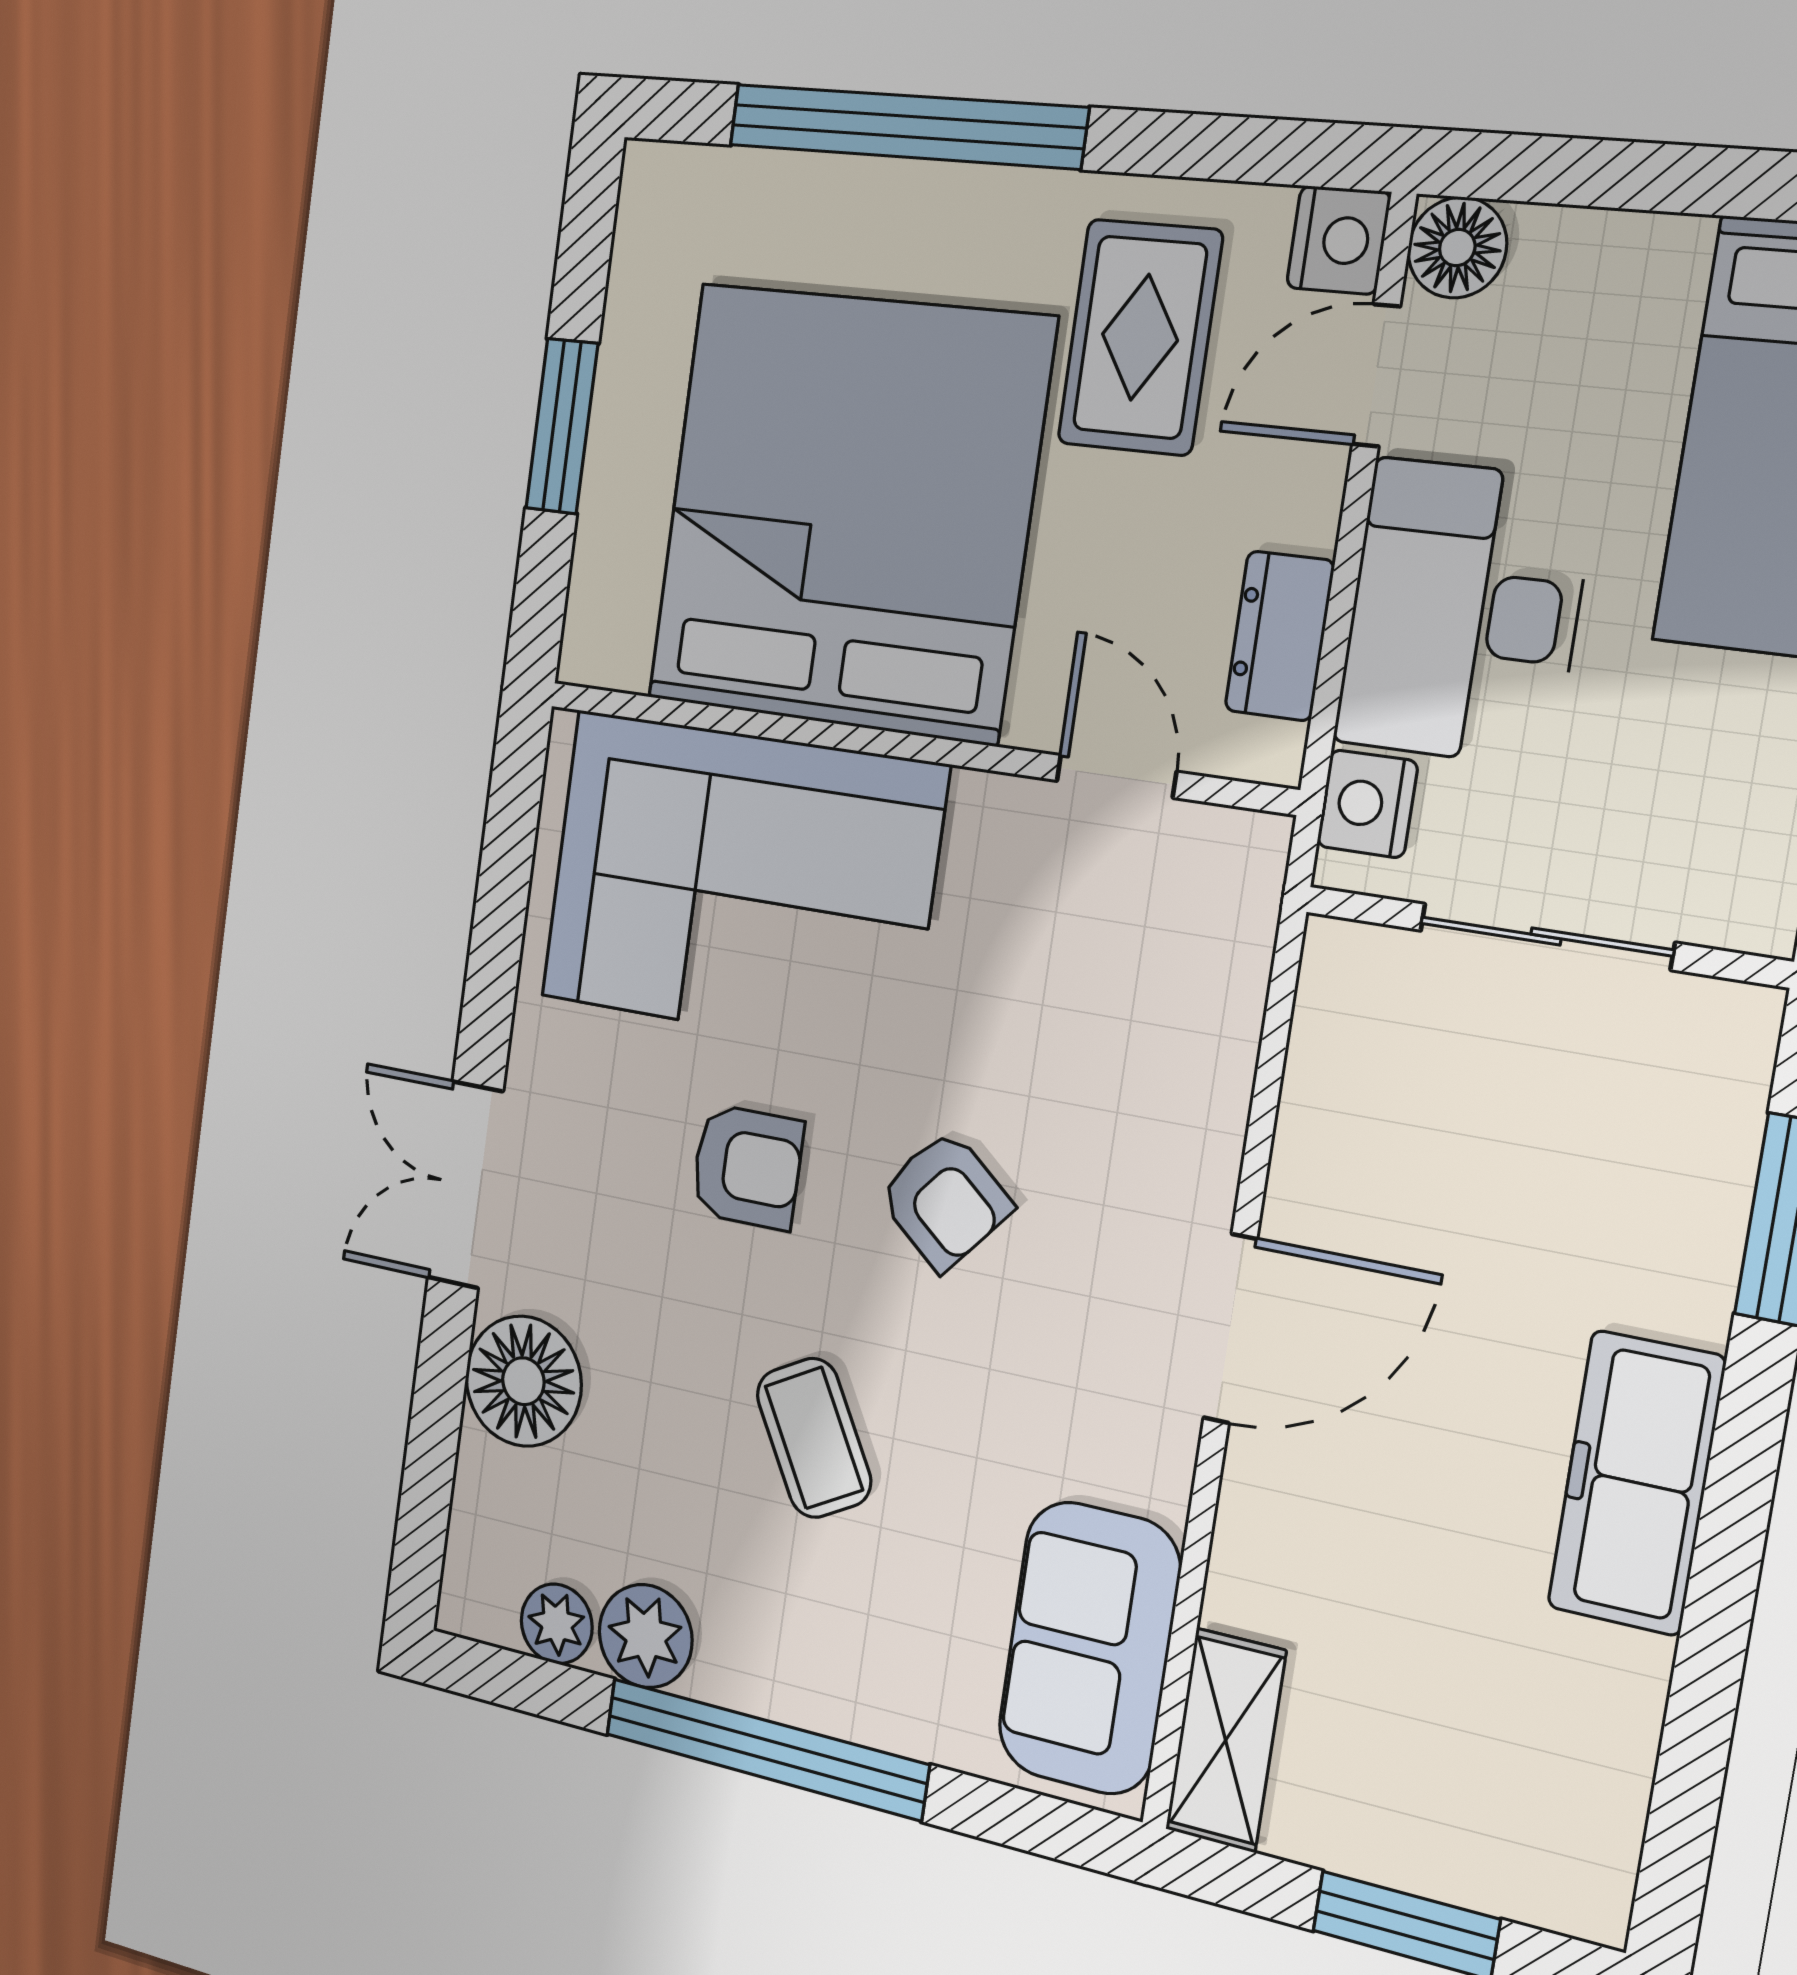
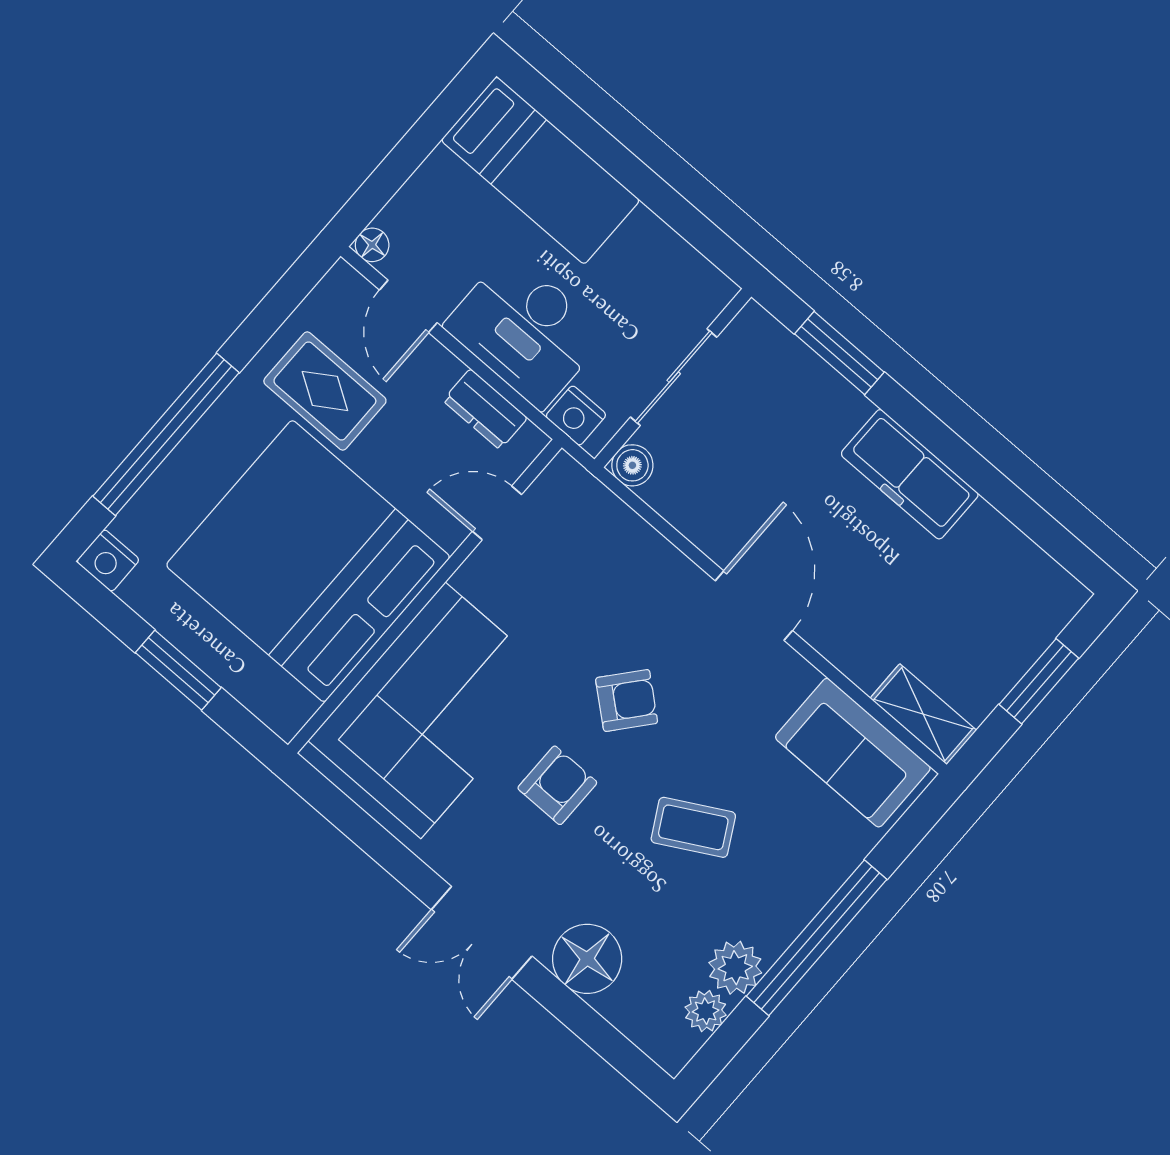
nightstand: (1339, 240) -> (108, 561), moved, turned 180
floor lamp: (1457, 248) -> (372, 245), width x0.73, depth x0.73
boiler: (1342, 961) -> (632, 465), added

